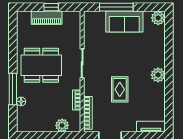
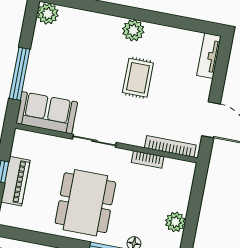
sofa: (124, 22) -> (47, 113), moved, turned -90
rug: (120, 89) -> (138, 78), moved, turned 90
plant: (62, 125) -> (175, 222), moved

